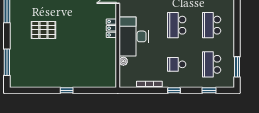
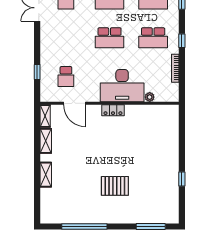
pallet: (43, 30) -> (115, 186), turned 90
school desk: (177, 64) -> (153, 38), width x1.85
window: (67, 90) -> (182, 179), moved

